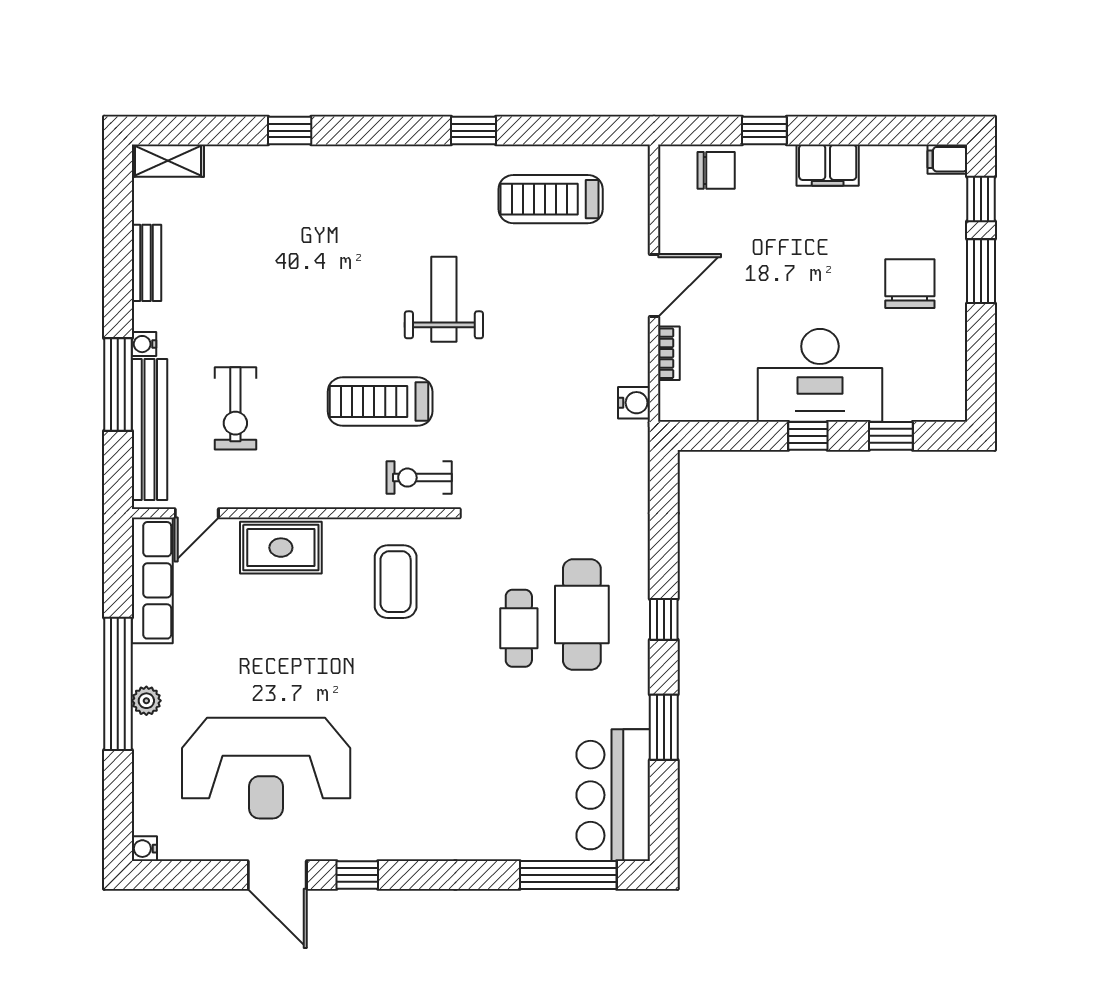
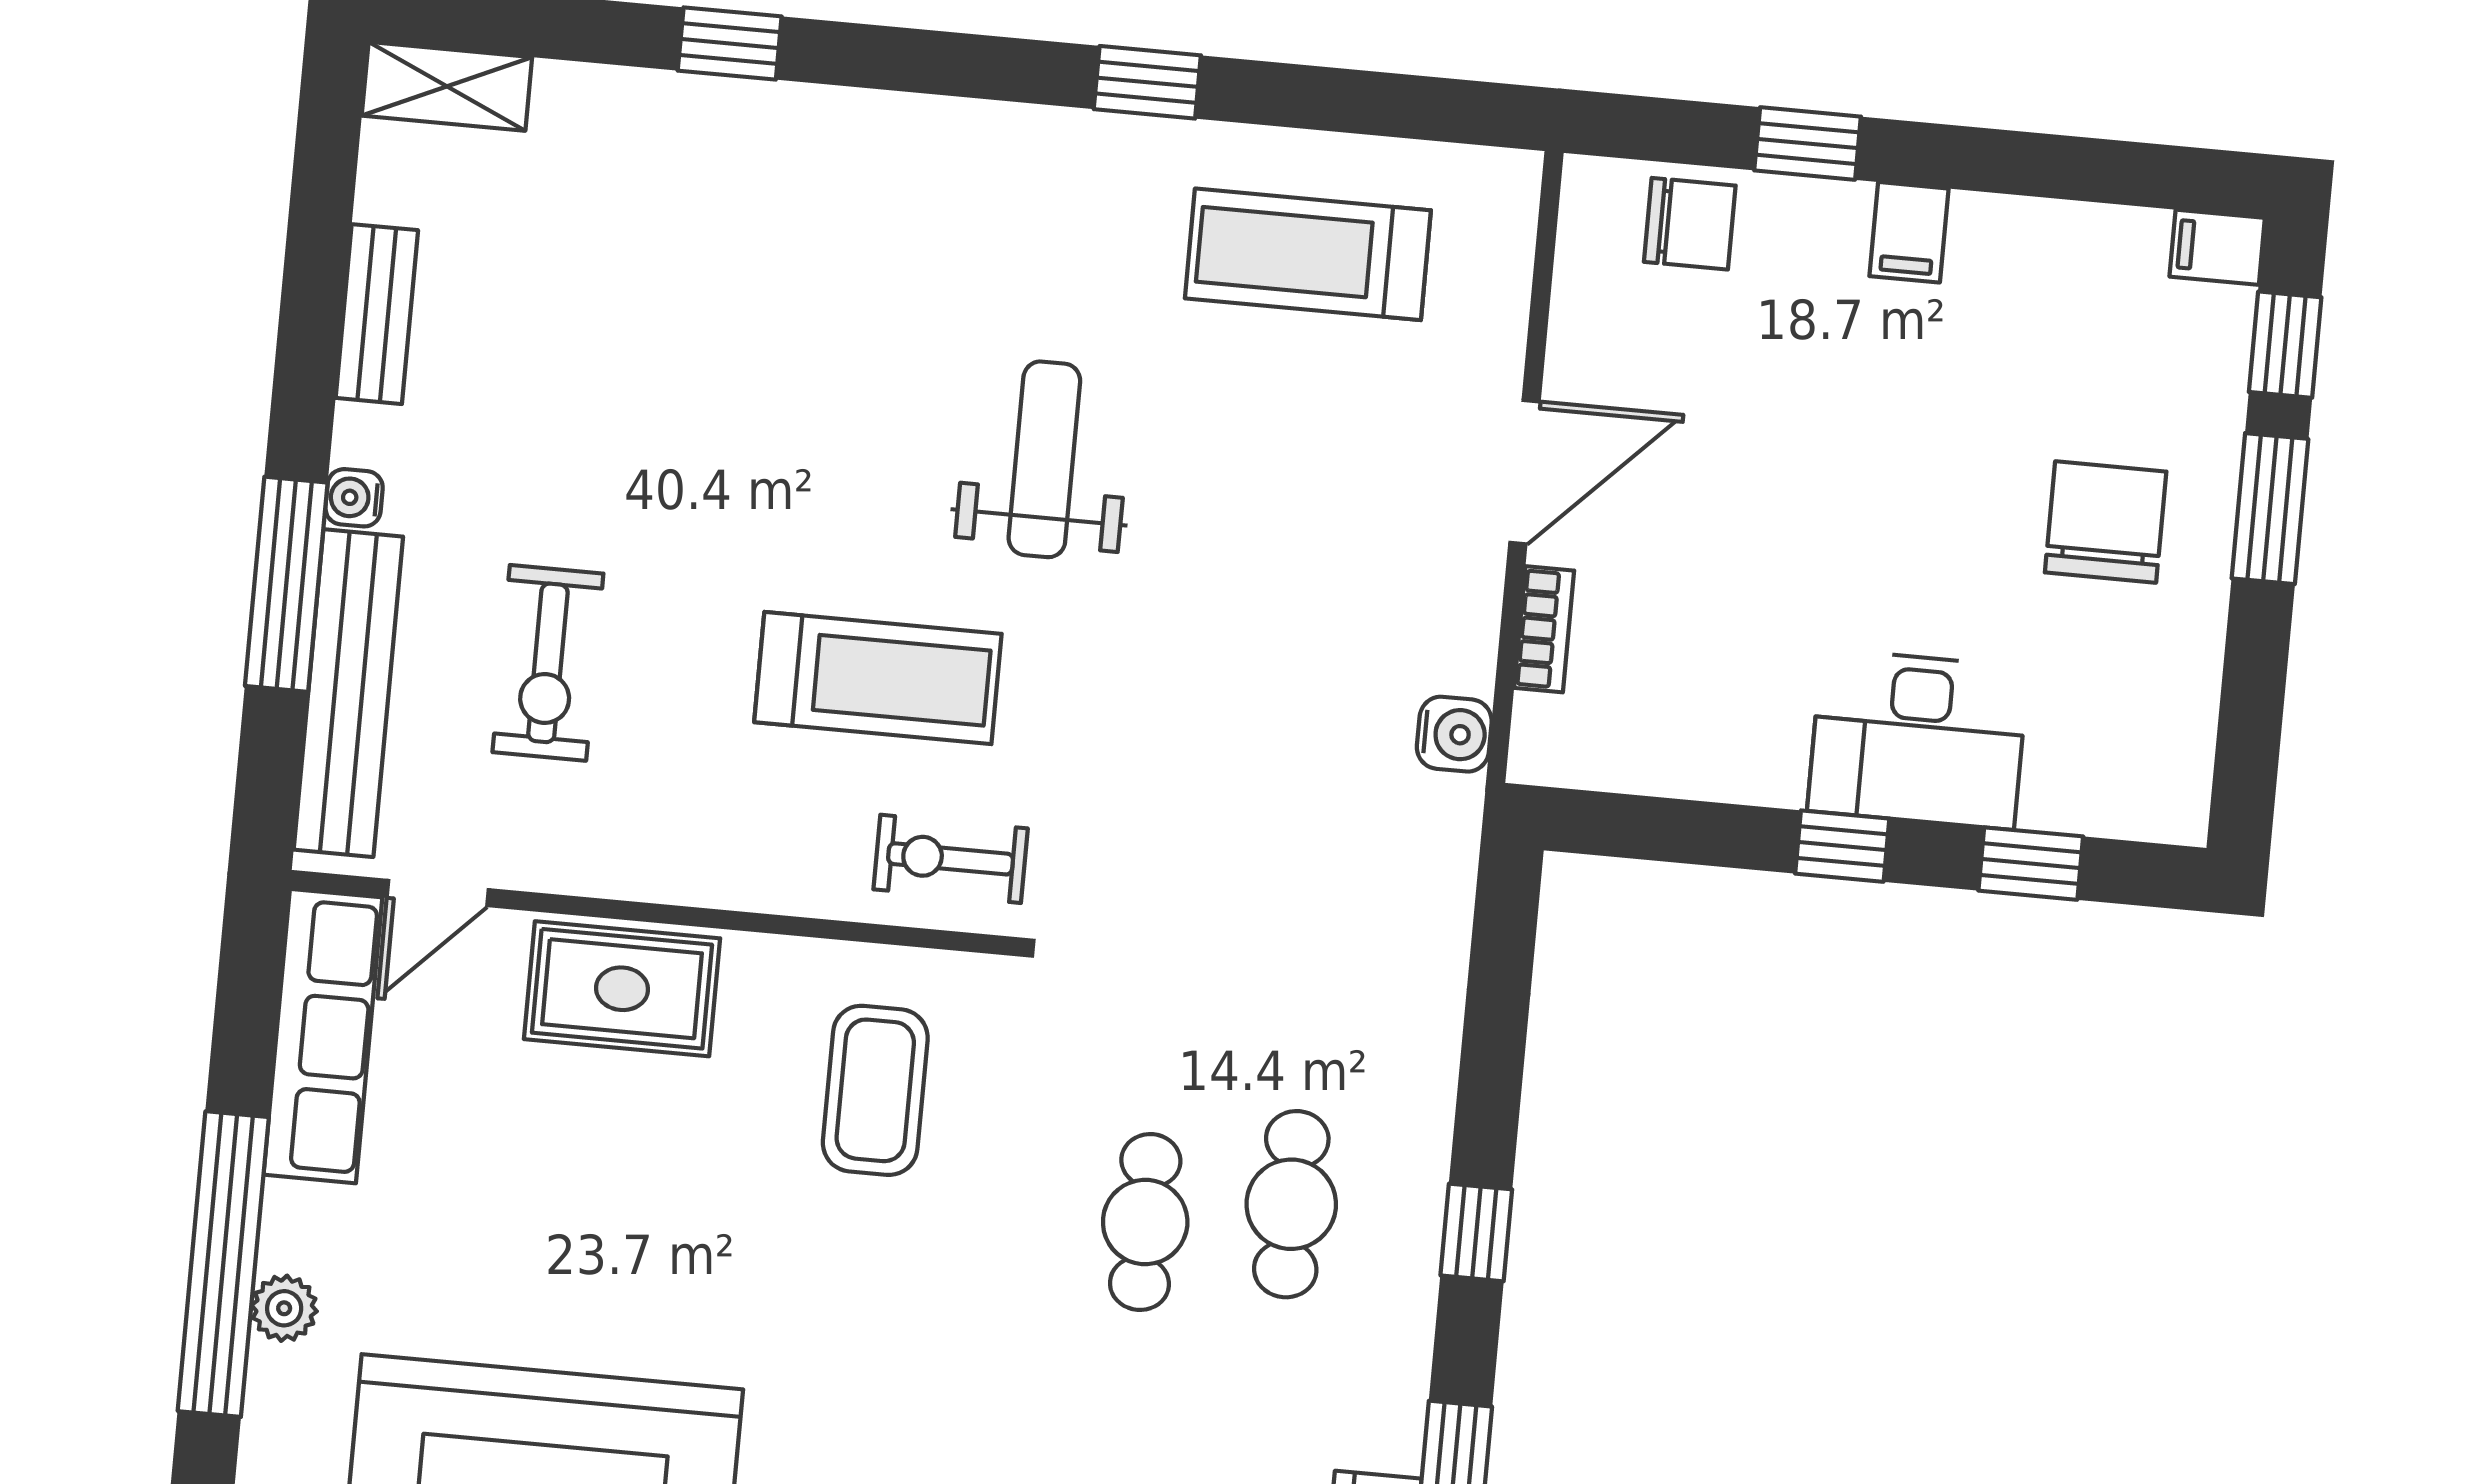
filing cabinet: (828, 165) -> (1909, 232), width x0.50
desk: (820, 375) -> (1918, 739), width x0.73, depth x0.77
treadmill: (380, 402) -> (878, 678), turned 180
cafe table: (582, 615) -> (1291, 1204), width x0.73, depth x0.74

